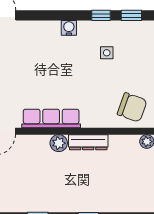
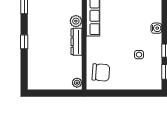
chair: (132, 107) -> (101, 72), turned -106

